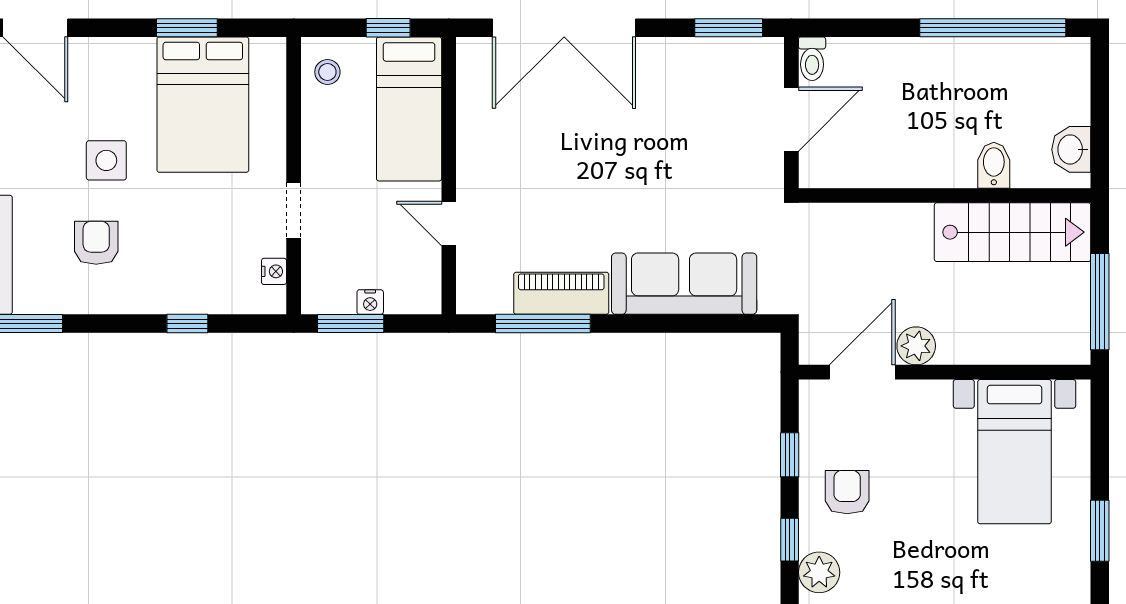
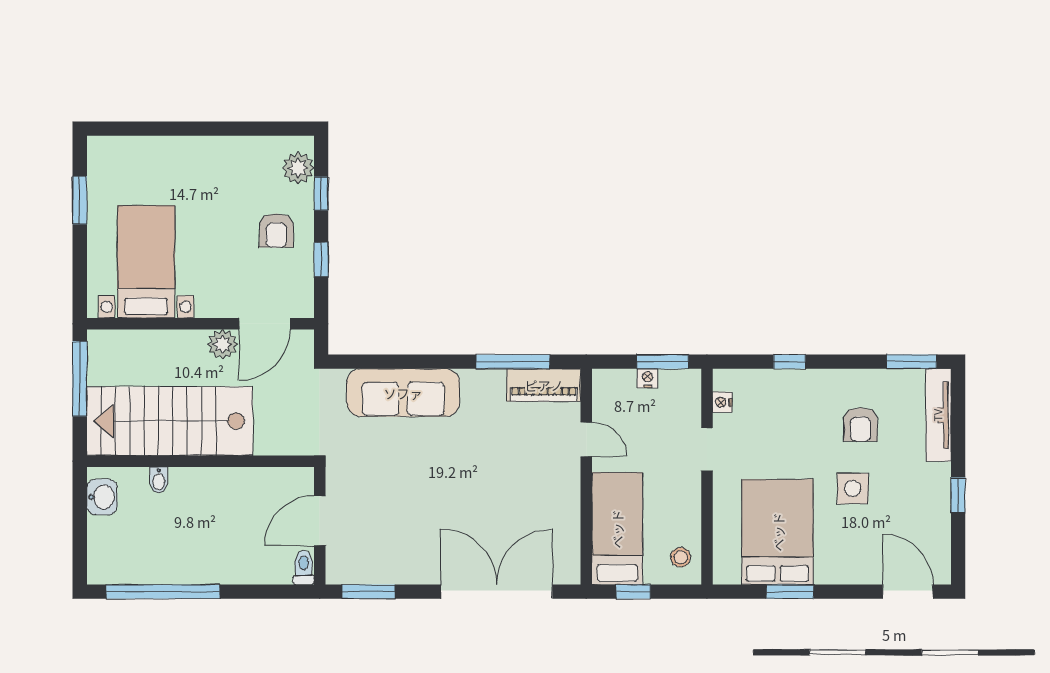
bidet: (994, 165) -> (159, 480), width x0.72, depth x0.74
stairs: (1013, 232) -> (170, 421), width x1.36, depth x1.51
piano: (561, 293) -> (544, 385), moved

